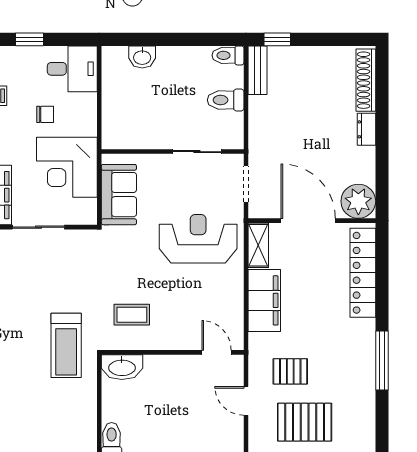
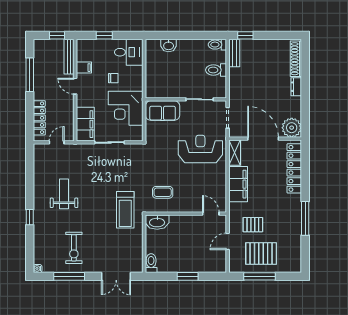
sofa: (119, 195) -> (163, 111), moved, turned 90
door: (246, 401) -> (228, 241), hinge flipped

